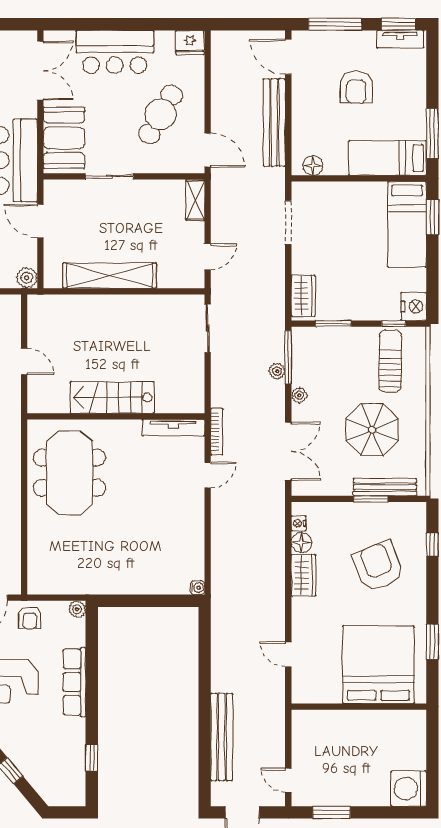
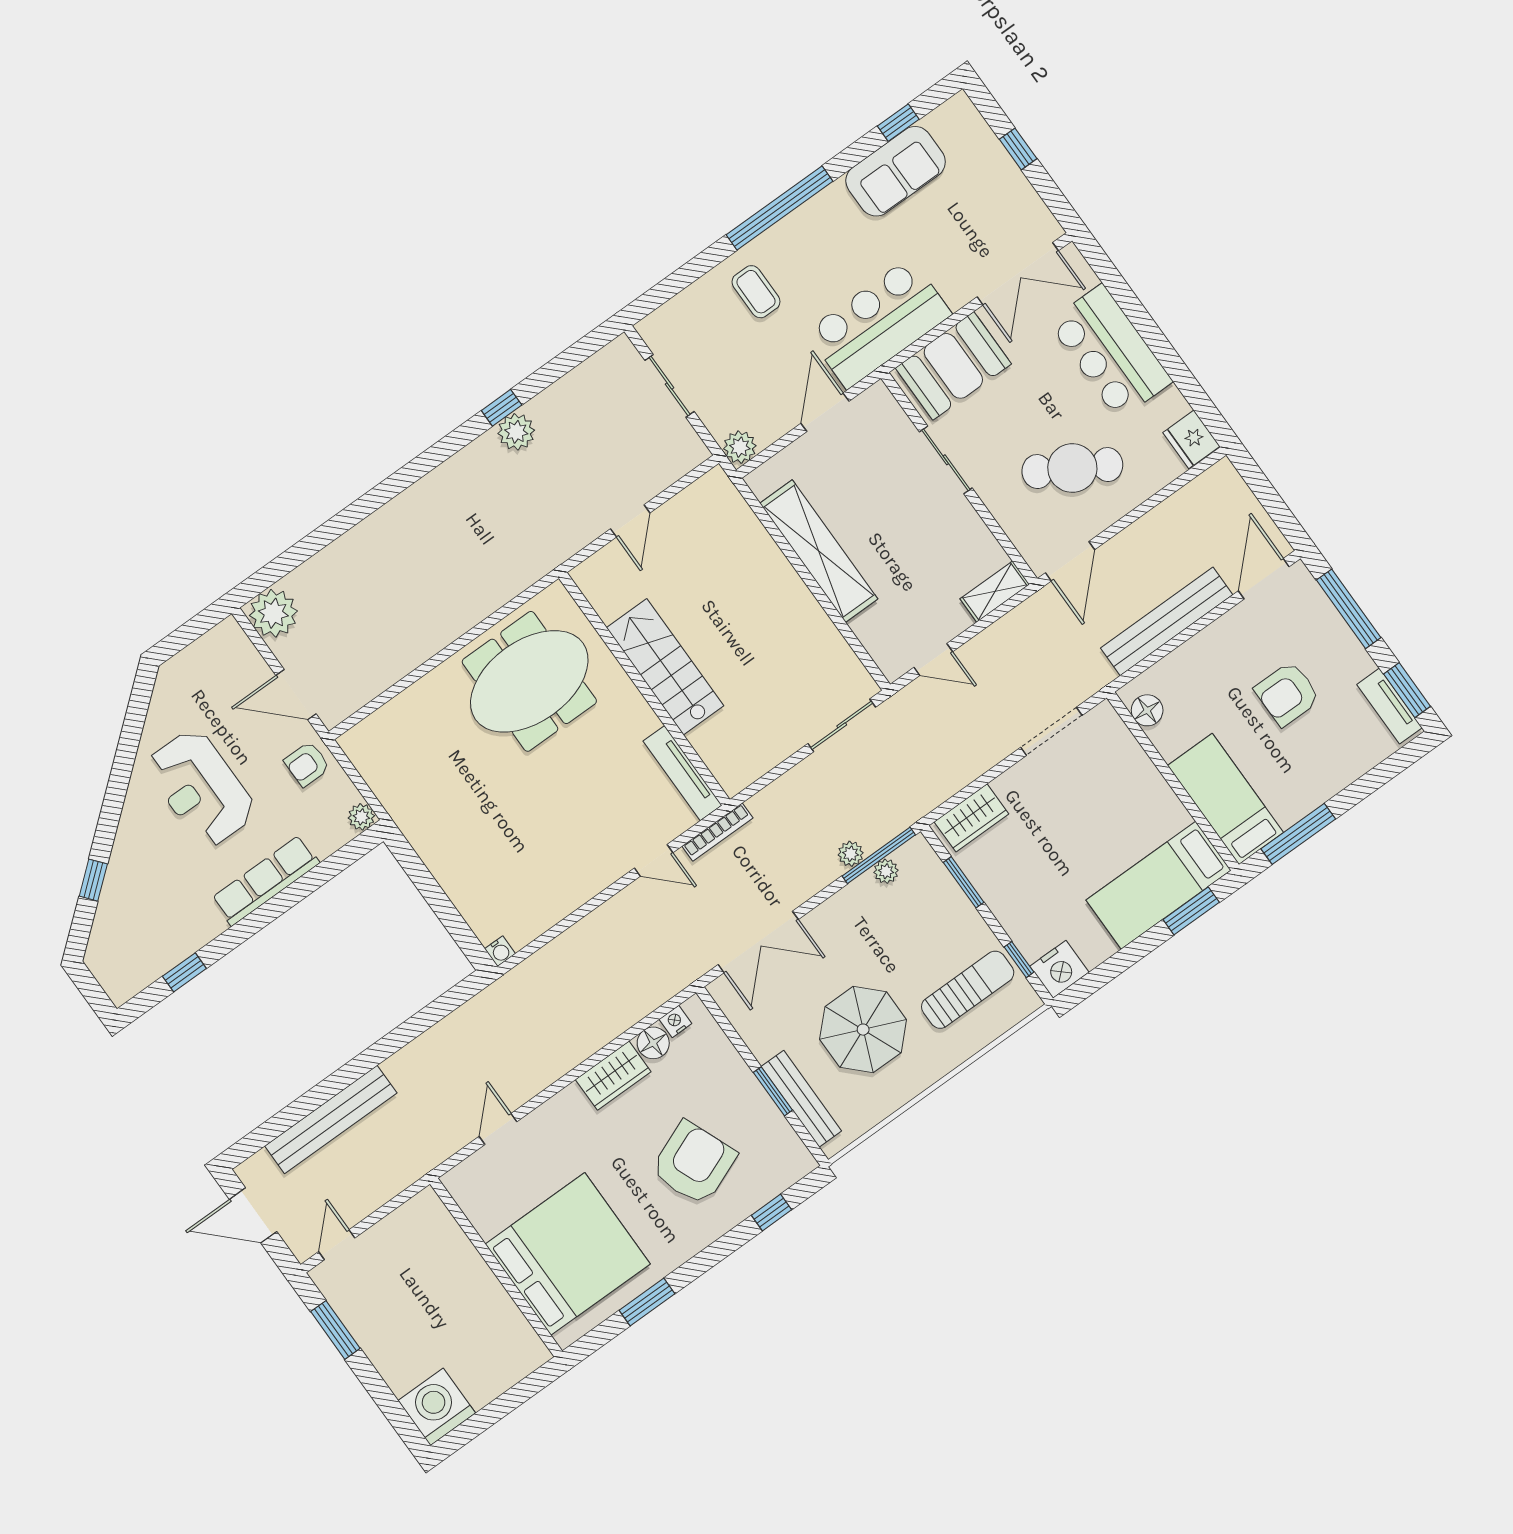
plant: (299, 395) -> (886, 871), moved

